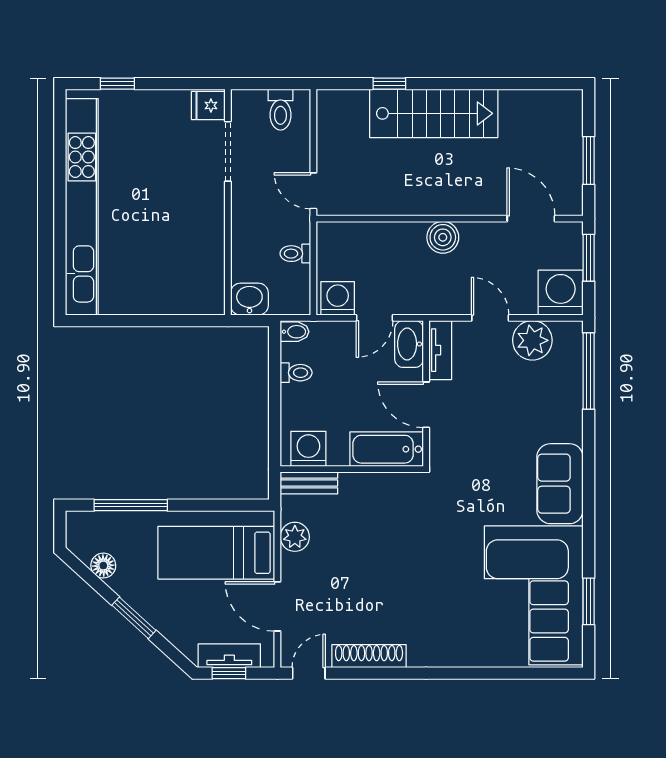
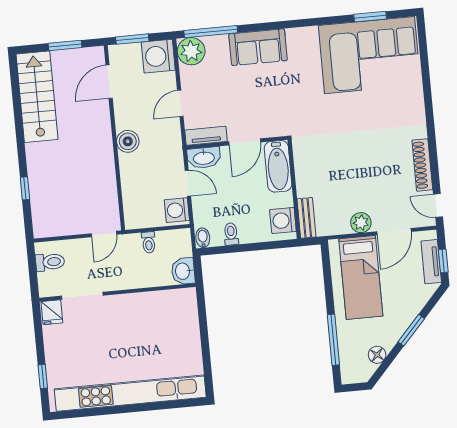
stairs: (434, 113) -> (37, 97), moved
plant: (532, 340) -> (191, 51), moved
sofa: (560, 484) -> (258, 47), moved
plant: (295, 537) -> (361, 223), moved

